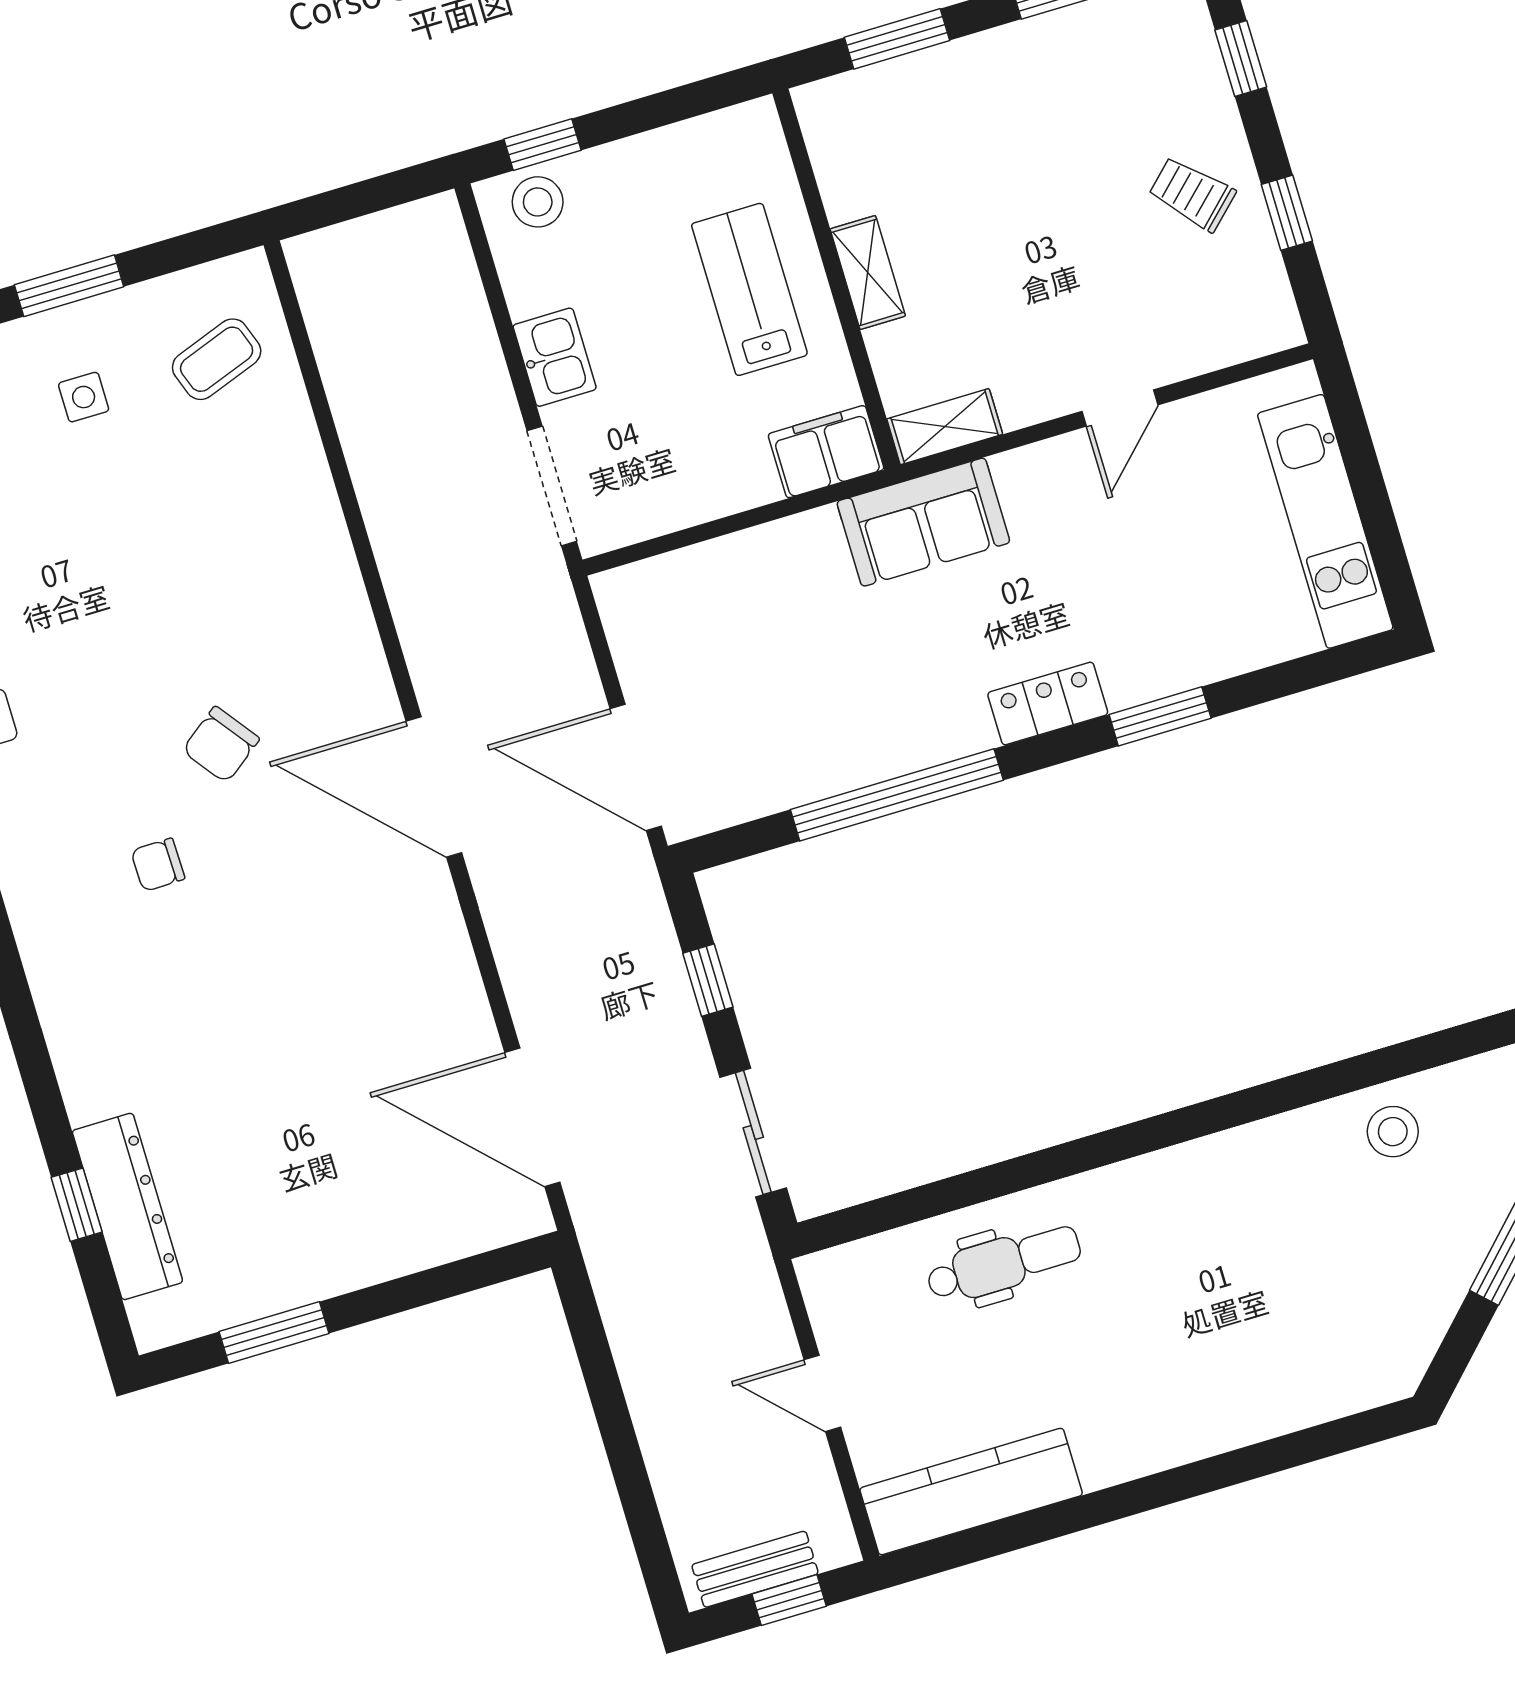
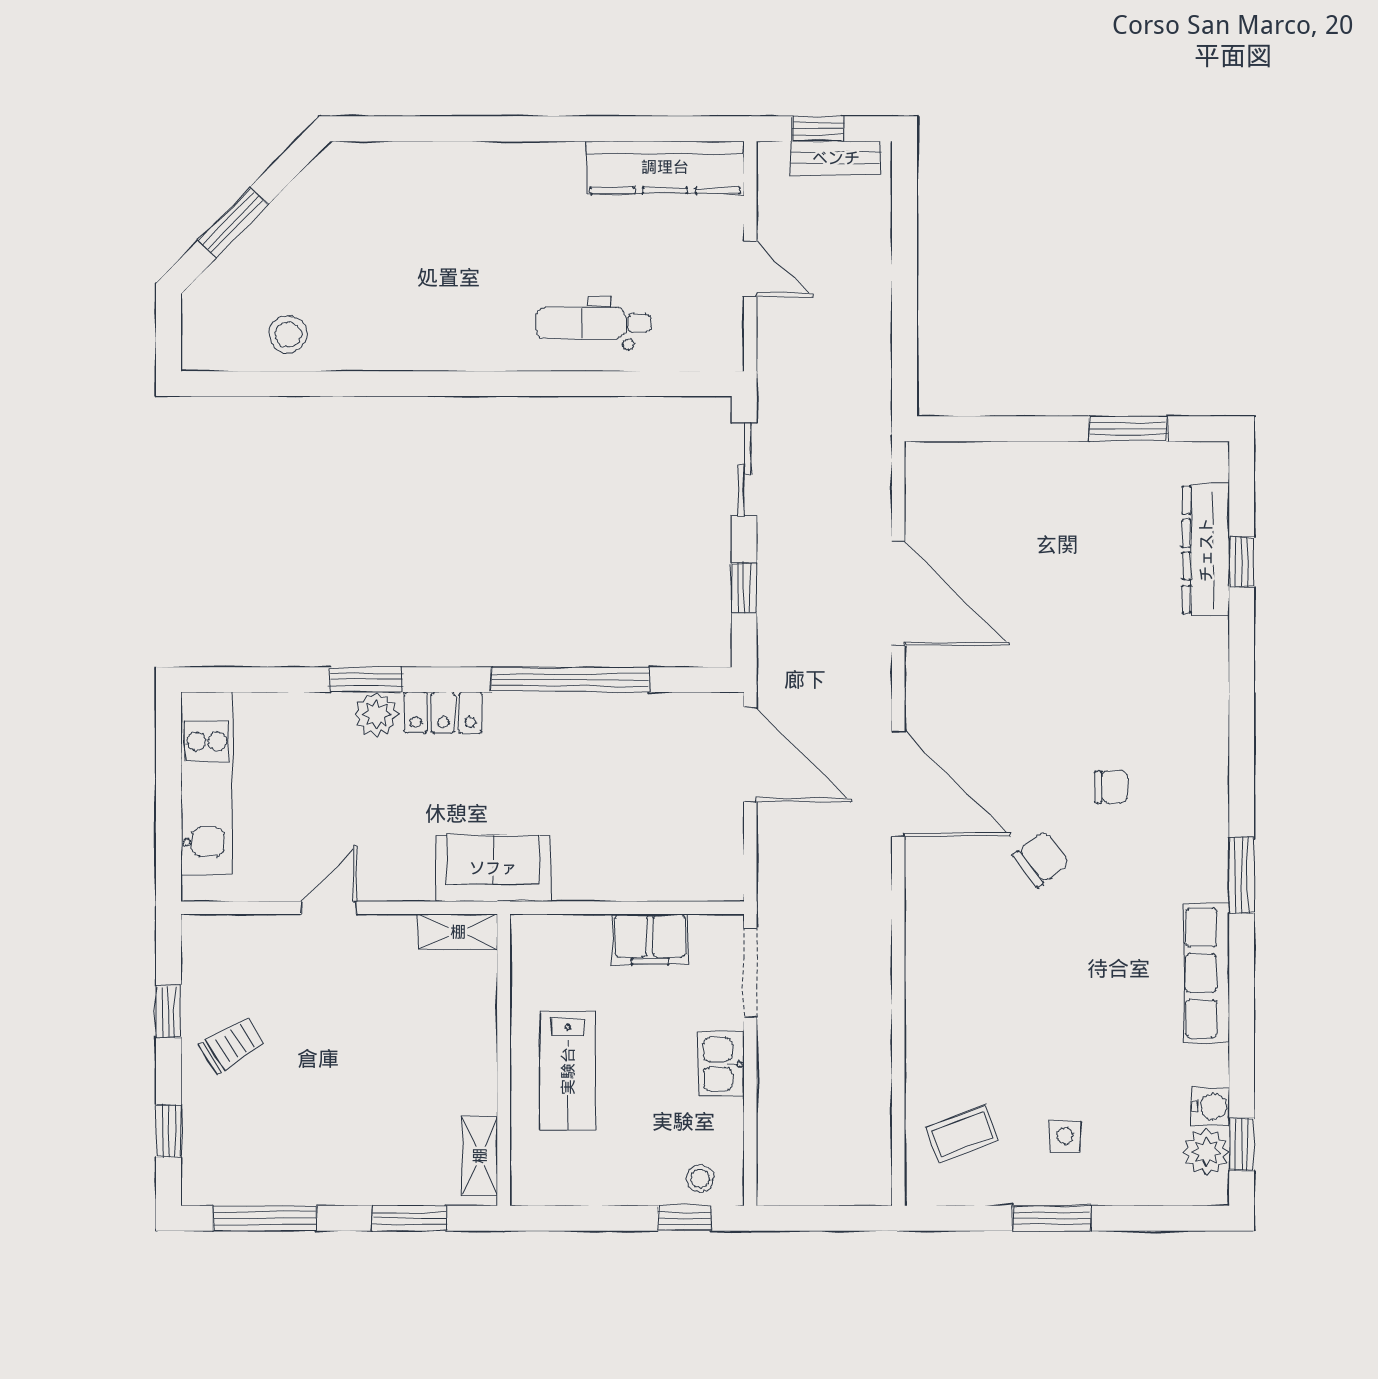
trolley: (1192, 194) -> (232, 1045), turned -78
stool: (538, 202) -> (700, 1178), width x0.73, depth x0.73
shelving: (868, 272) -> (480, 1156), moved
filing cabinet: (826, 452) -> (650, 939), moved
plant: (1133, 676) -> (376, 714), added
door: (532, 1117) -> (898, 593), moved

